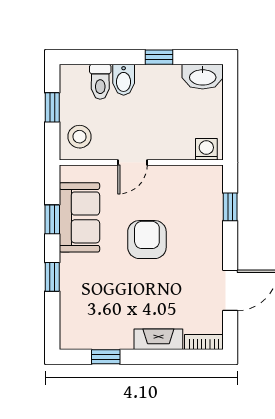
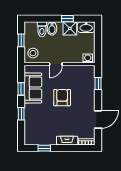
shower: (165, 80) -> (70, 28), added

